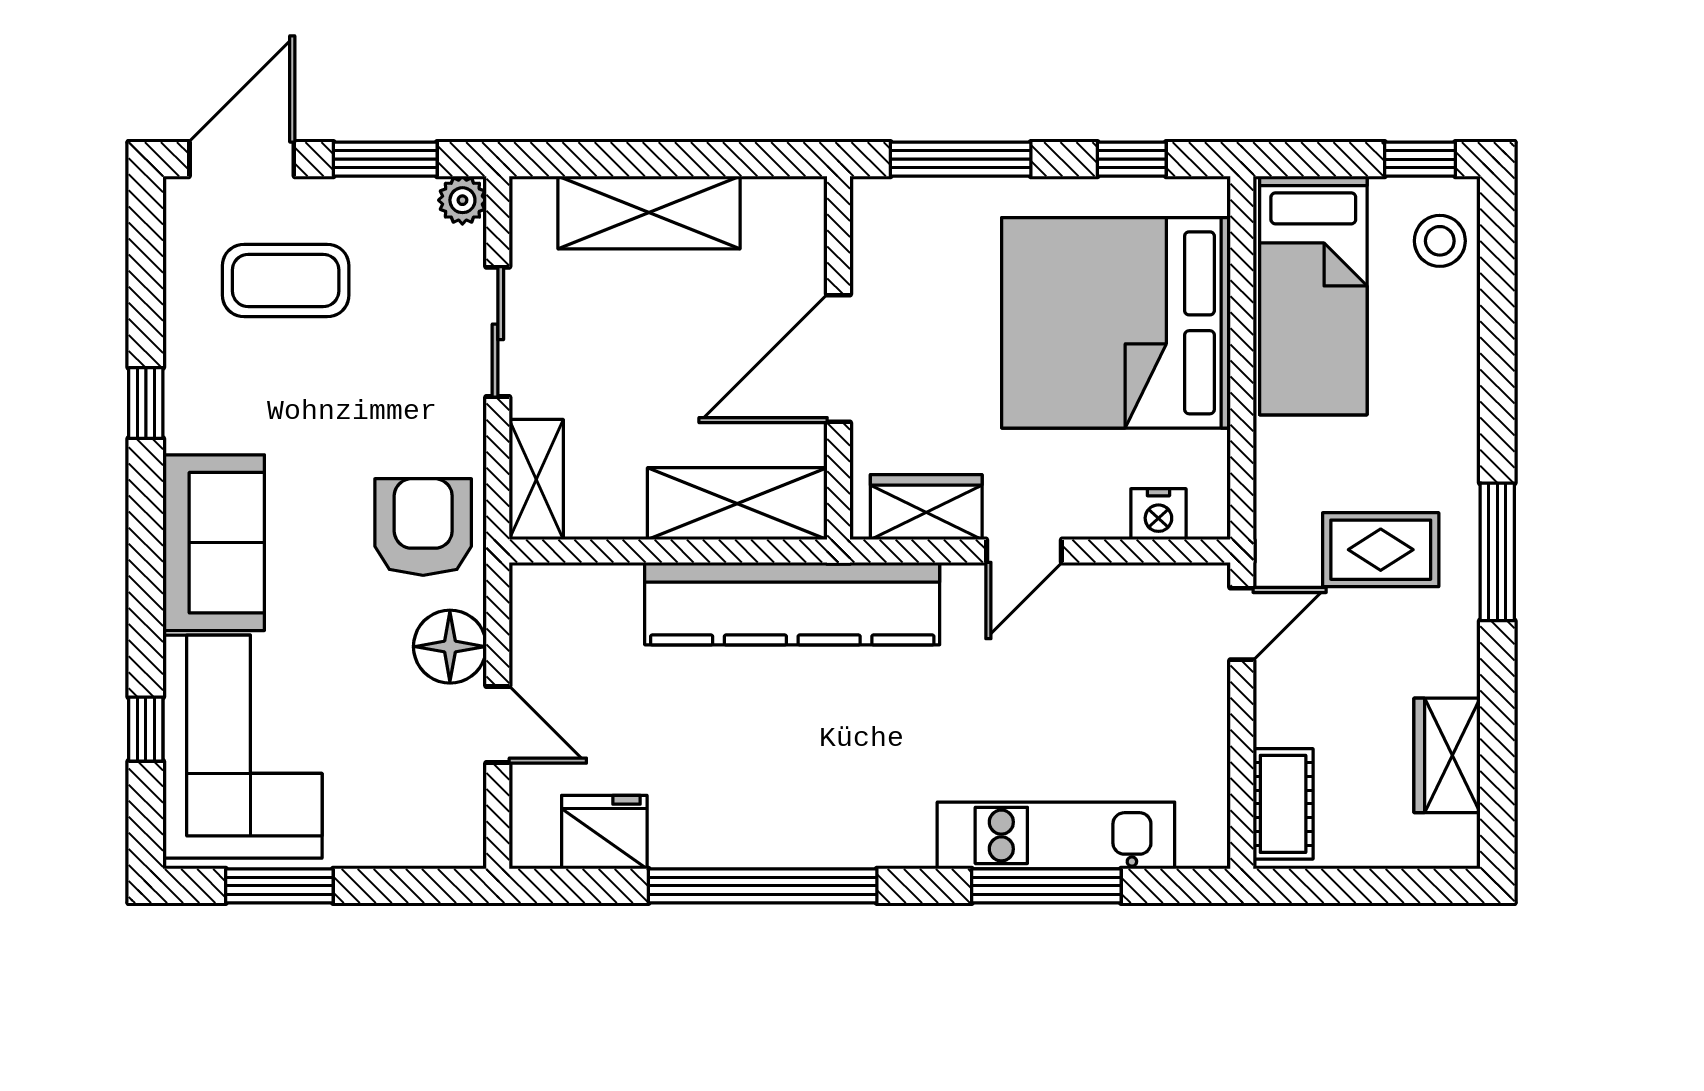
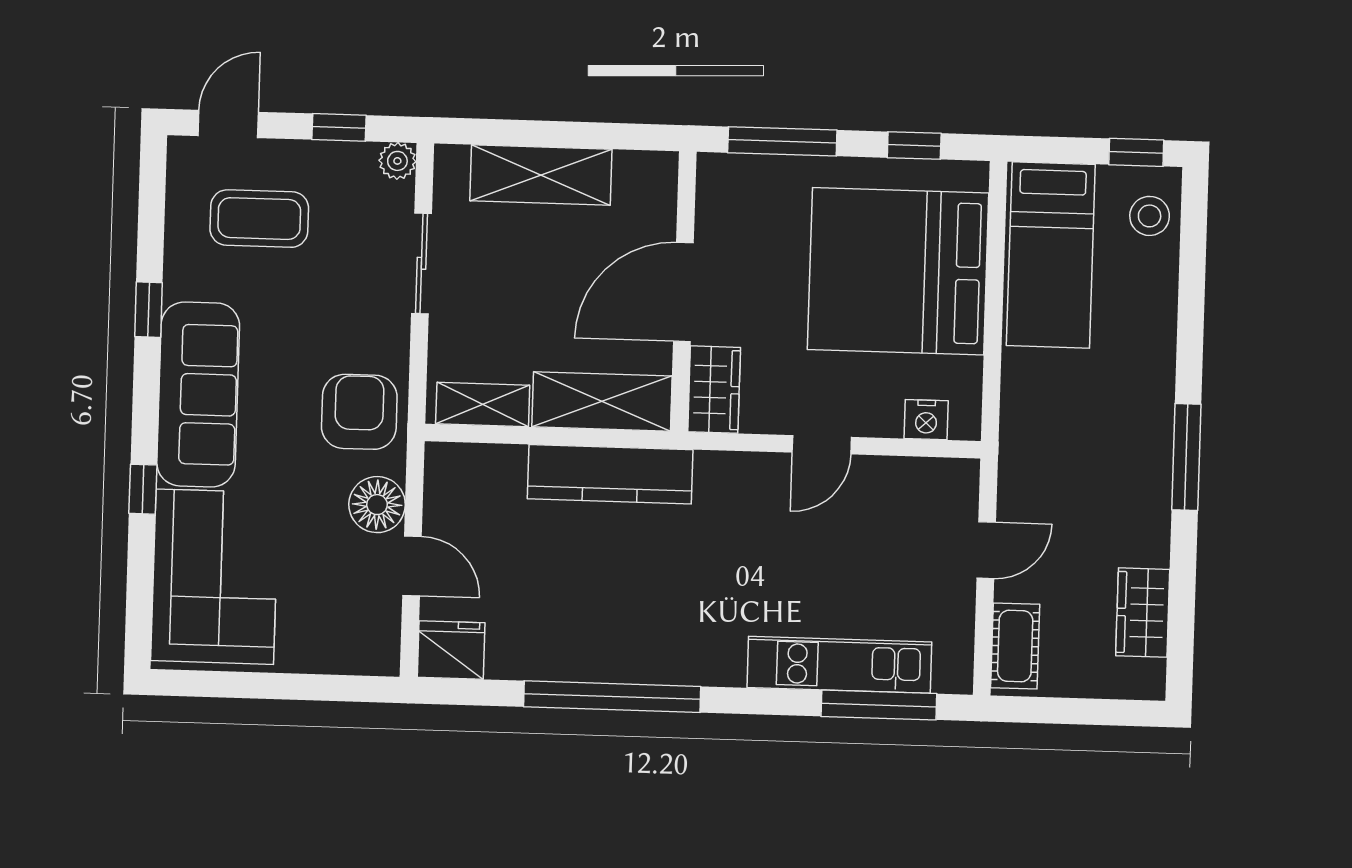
door: (242, 159) -> (228, 124), width x0.73
window: (385, 159) -> (339, 127), width x0.67
shelving: (536, 479) -> (483, 405), moved, turned 90
wardrobe: (926, 507) -> (714, 390), moved, turned 90
sofa: (214, 543) -> (198, 394), width x1.36
rug: (1381, 550) -> (1097, 453), removed
kitchen counter: (792, 604) -> (610, 474), width x0.72, depth x0.86
door: (1242, 624) -> (986, 550), moved
window: (146, 729) -> (143, 489), moved
fridge: (604, 832) -> (451, 650), moved
window: (279, 886) -> (240, 685), removed
window: (1046, 886) -> (879, 705), moved

